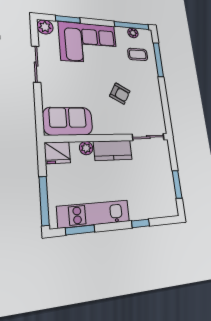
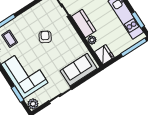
sofa: (68, 121) -> (79, 70), moved, turned 90

